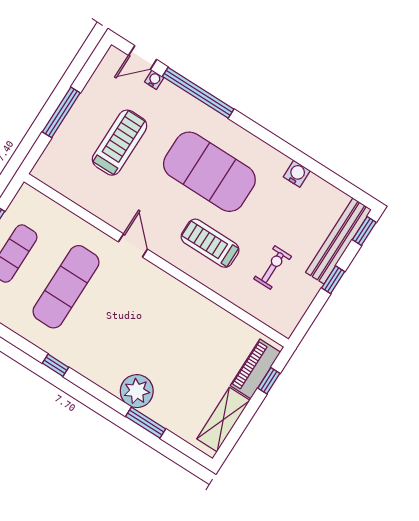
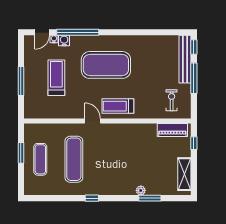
water cooler: (297, 174) -> (64, 40), moved
treadmill: (210, 243) -> (118, 106), moved
exercise bike: (273, 268) -> (172, 100), moved
window: (333, 280) -> (194, 78), width x2.17
piano: (255, 369) -> (172, 130), moved, turned -90
plant: (137, 391) -> (141, 190), width x0.53, depth x0.53

